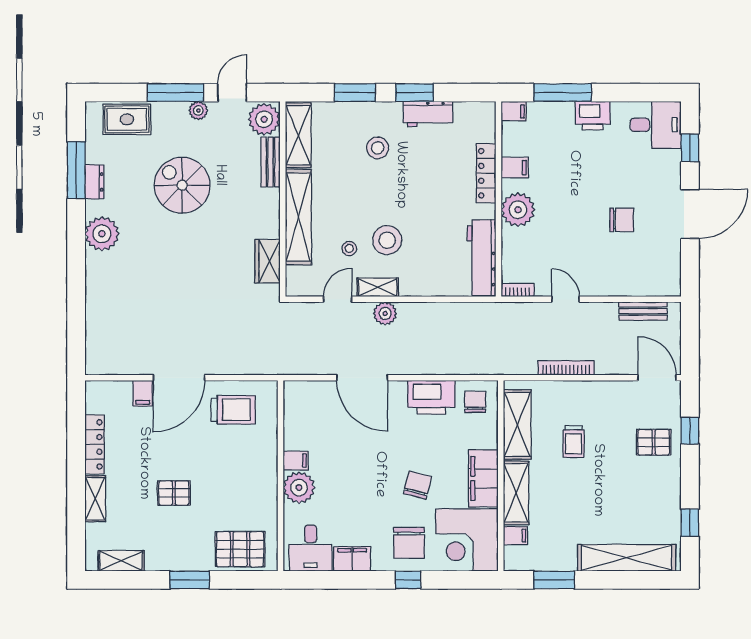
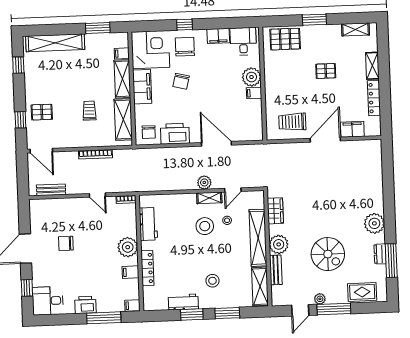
plant: (264, 119) -> (279, 244), moved
workbench: (482, 258) -> (148, 224), width x0.73
filing cabinet: (143, 393) -> (352, 129), width x2.00

